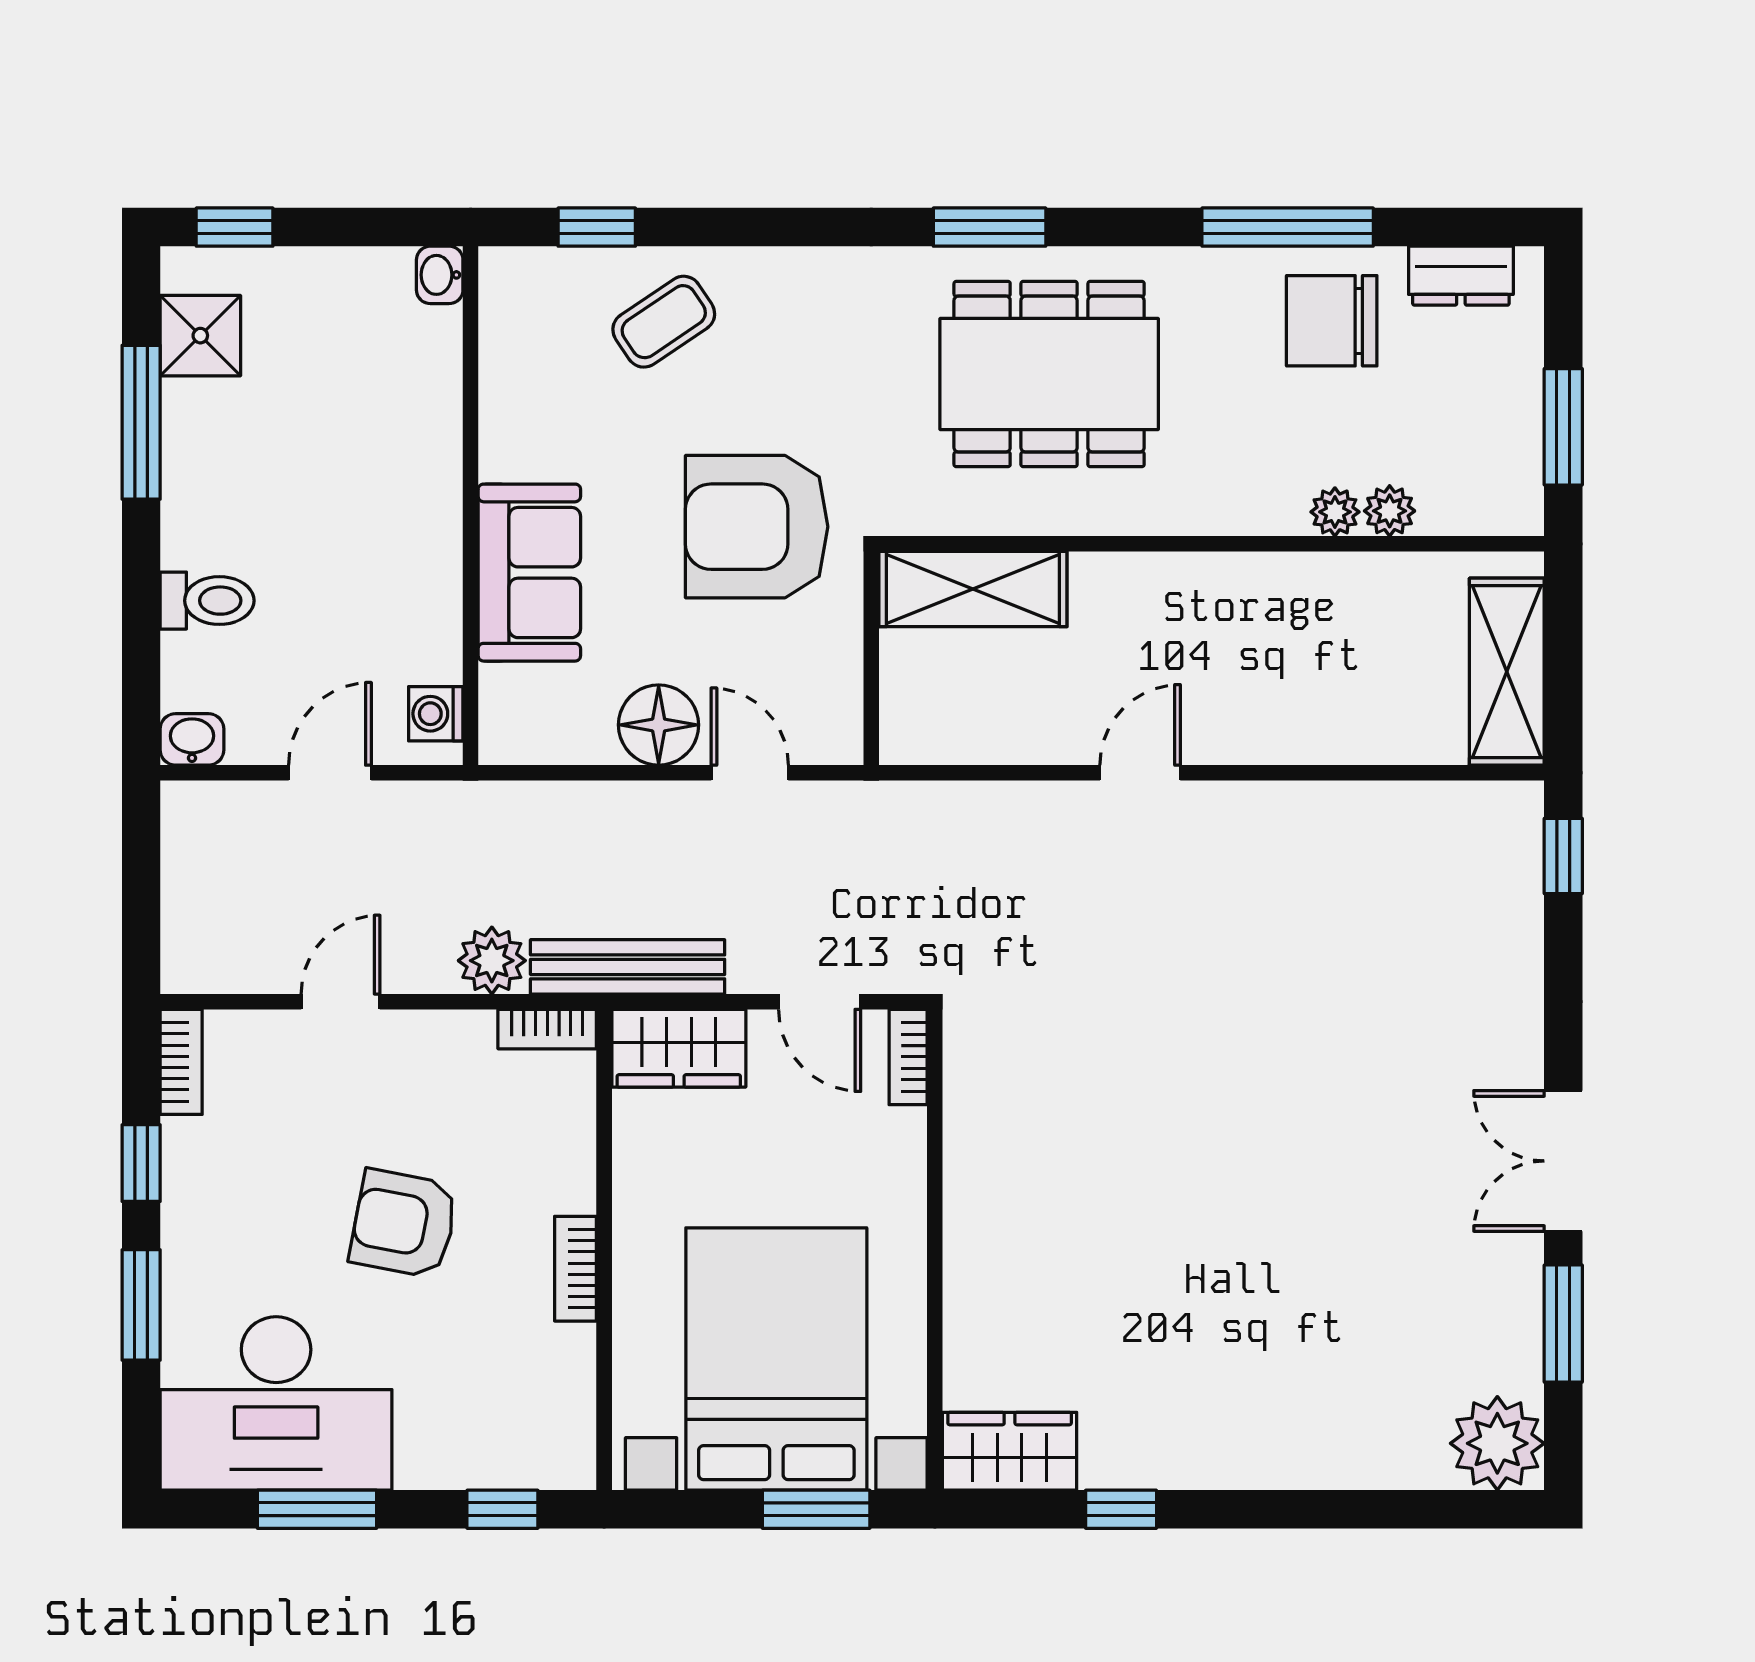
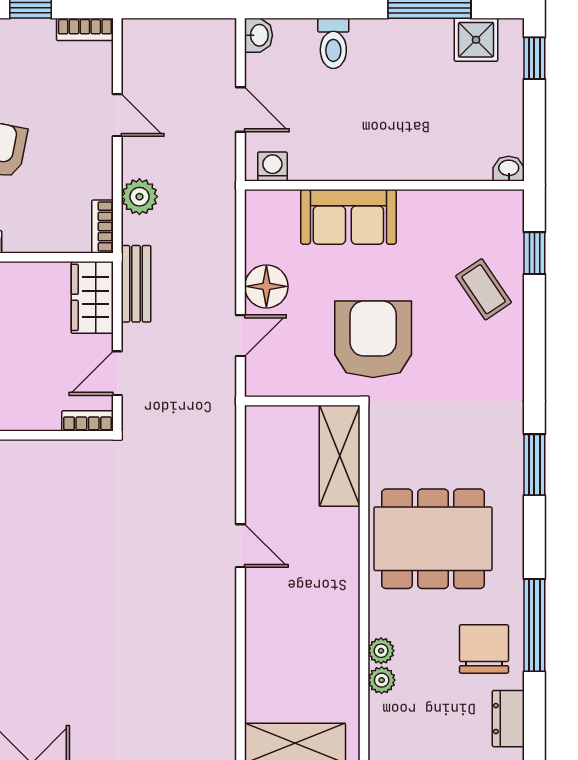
dining table: (1049, 374) -> (433, 539), moved, turned 90
bench: (628, 967) -> (136, 284), width x0.73

